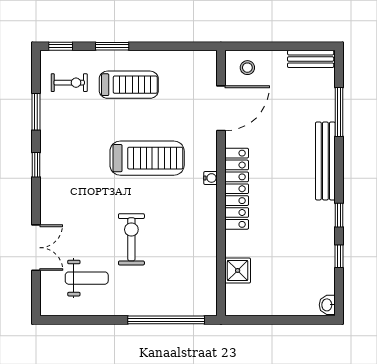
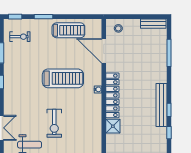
treadmill: (129, 85) -> (68, 30), moved
door: (221, 108) -> (104, 51), swing flipped
bench: (325, 161) -> (161, 105), moved
exercise bike: (131, 239) -> (54, 123), turned 180
shower: (238, 270) -> (113, 126), moved

